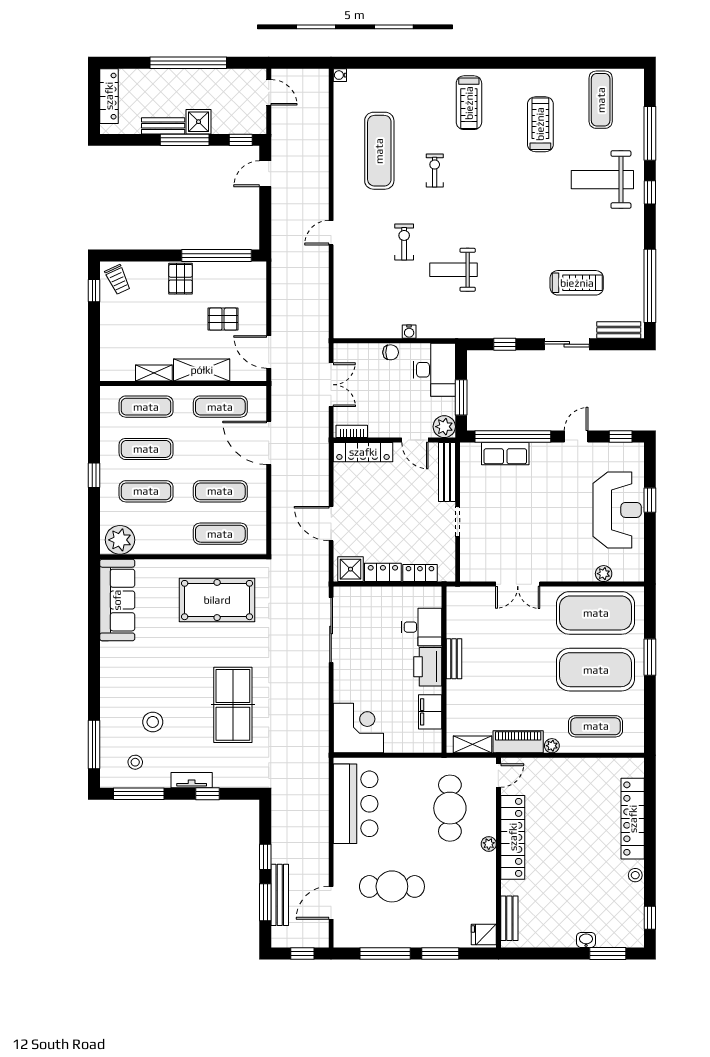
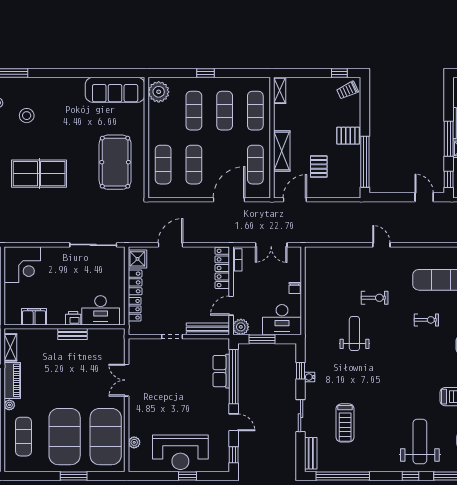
water cooler: (409, 332) -> (310, 377), moved
shelving: (154, 373) -> (280, 90), moved
desk: (421, 627) -> (101, 310), width x1.37
printer: (428, 667) -> (73, 318), width x0.53, depth x0.68

